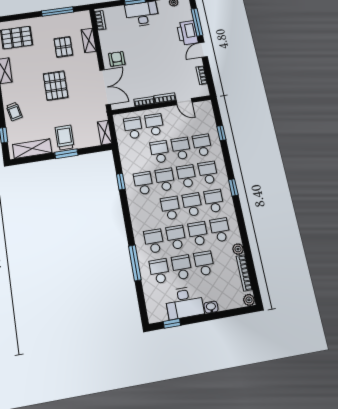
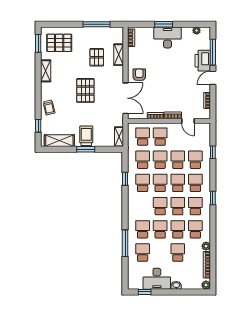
school desk: (182, 267) -> (143, 160), moved

